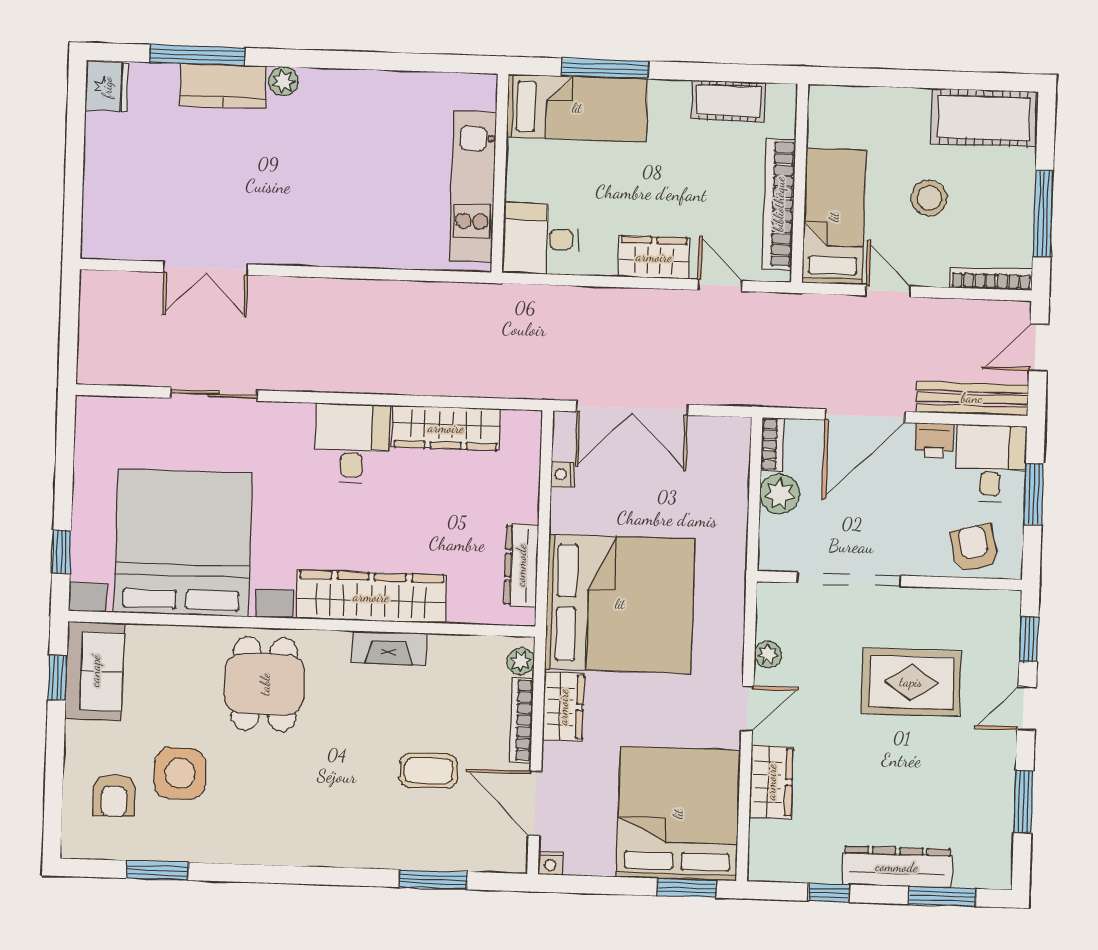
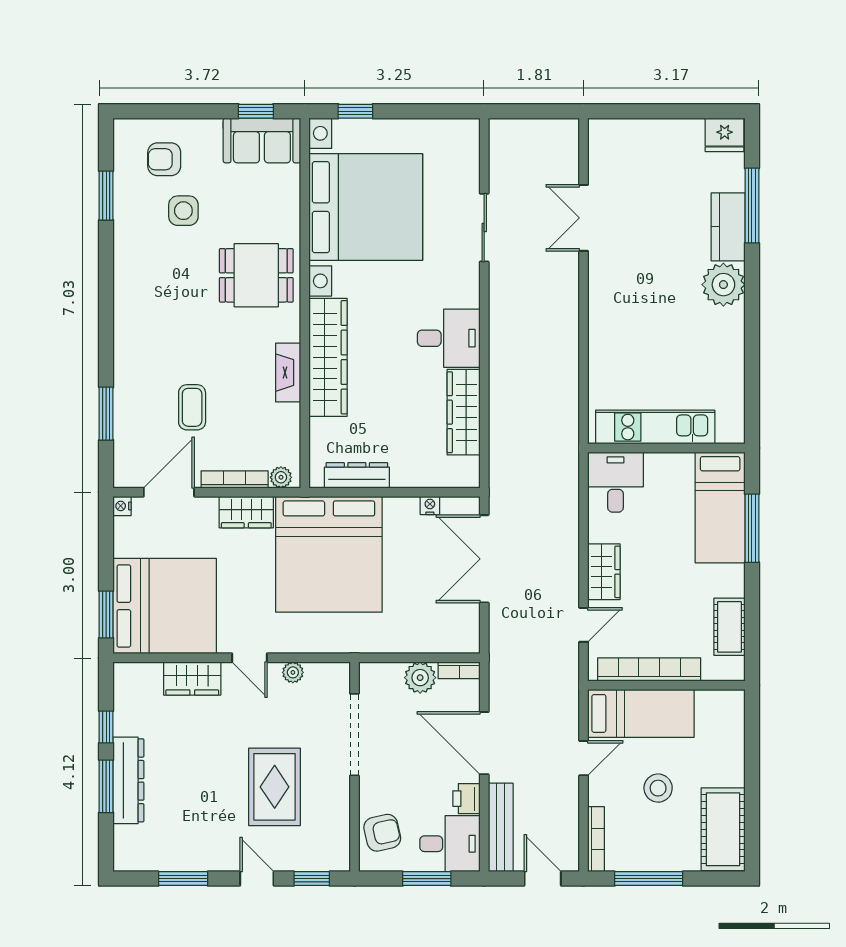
plant: (284, 81) -> (723, 285), width x1.88, depth x1.88
side table: (180, 773) -> (183, 211), width x0.73, depth x0.73
window: (942, 896) -> (106, 786), moved

